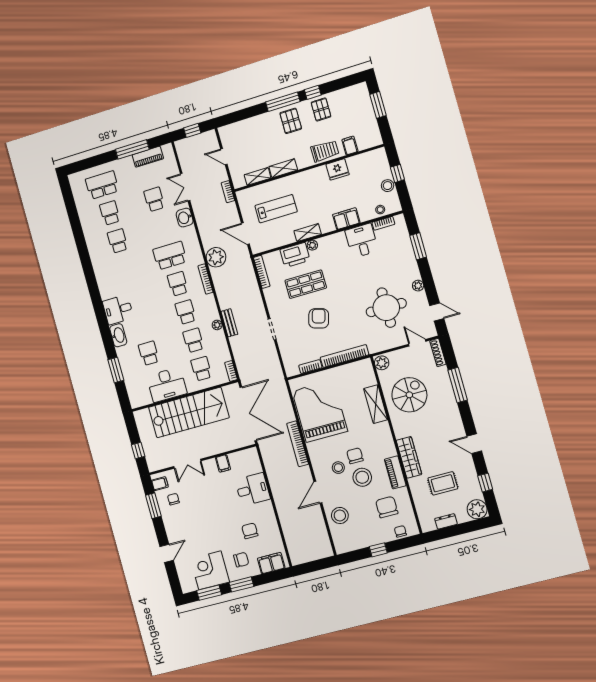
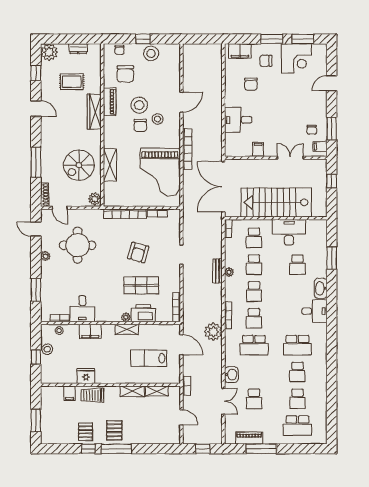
school desk: (125, 269) -> (297, 345), added
stool: (340, 515) -> (151, 53), moved

